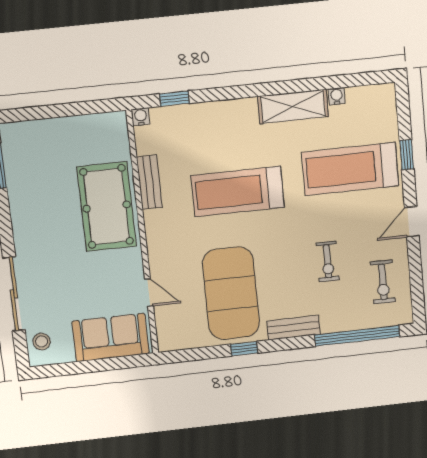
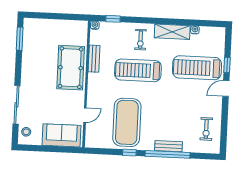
door: (412, 222) -> (226, 88), moved
exercise bike: (328, 261) -> (140, 40), moved
door: (149, 292) -> (85, 115), hinge flipped
bench: (294, 328) -> (169, 146), moved
window: (357, 336) -> (168, 154), moved

